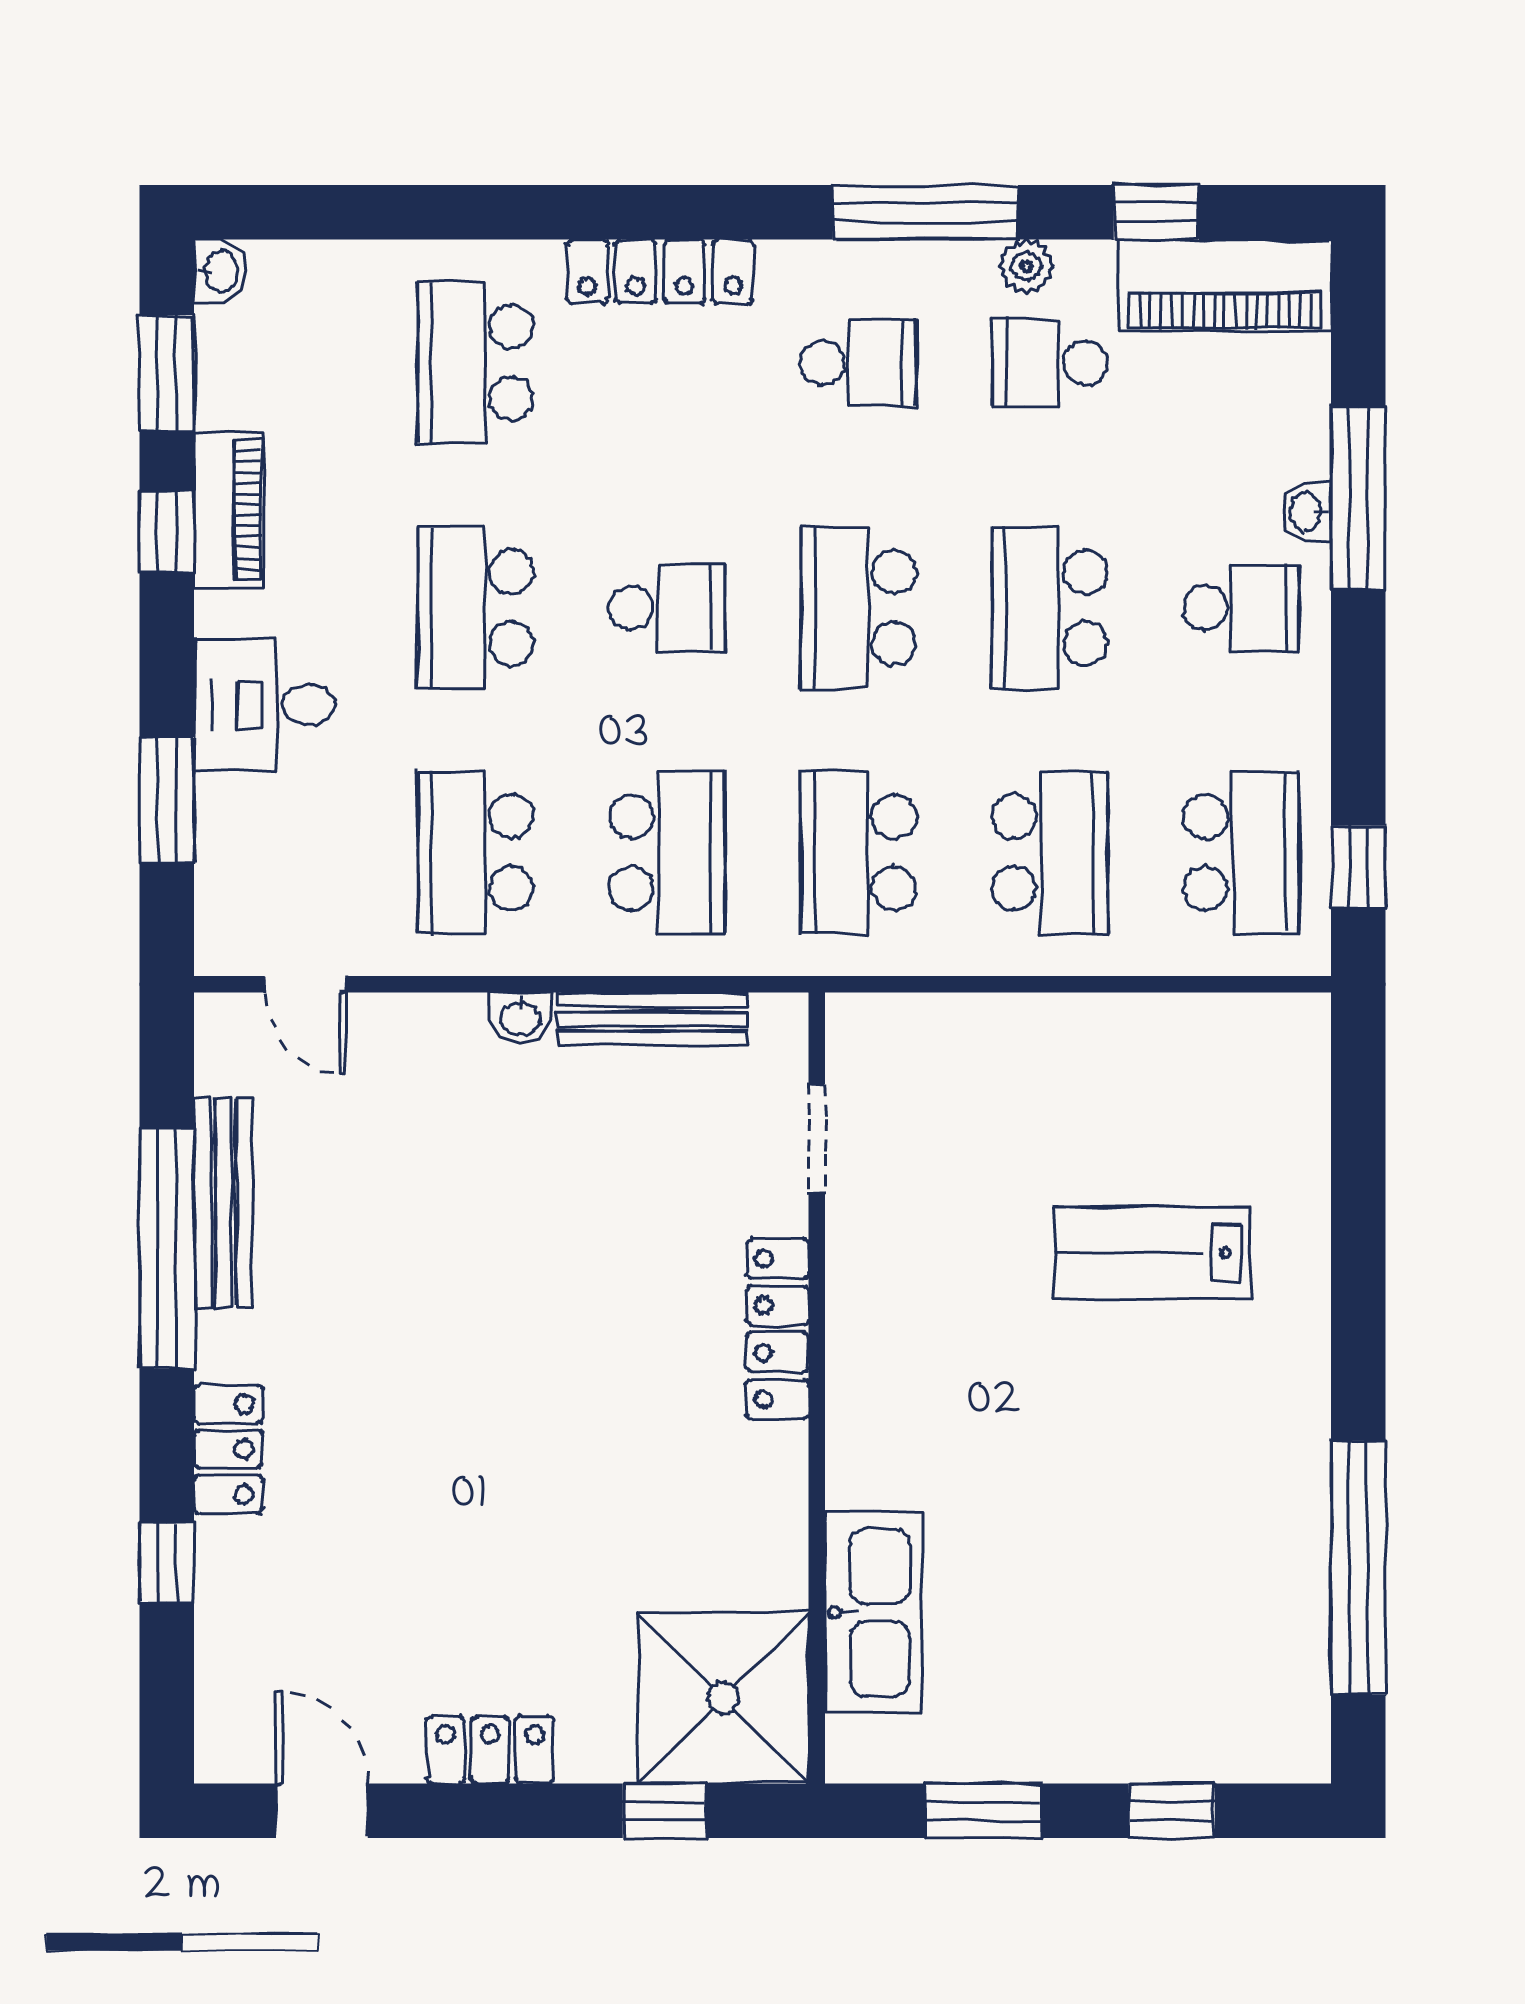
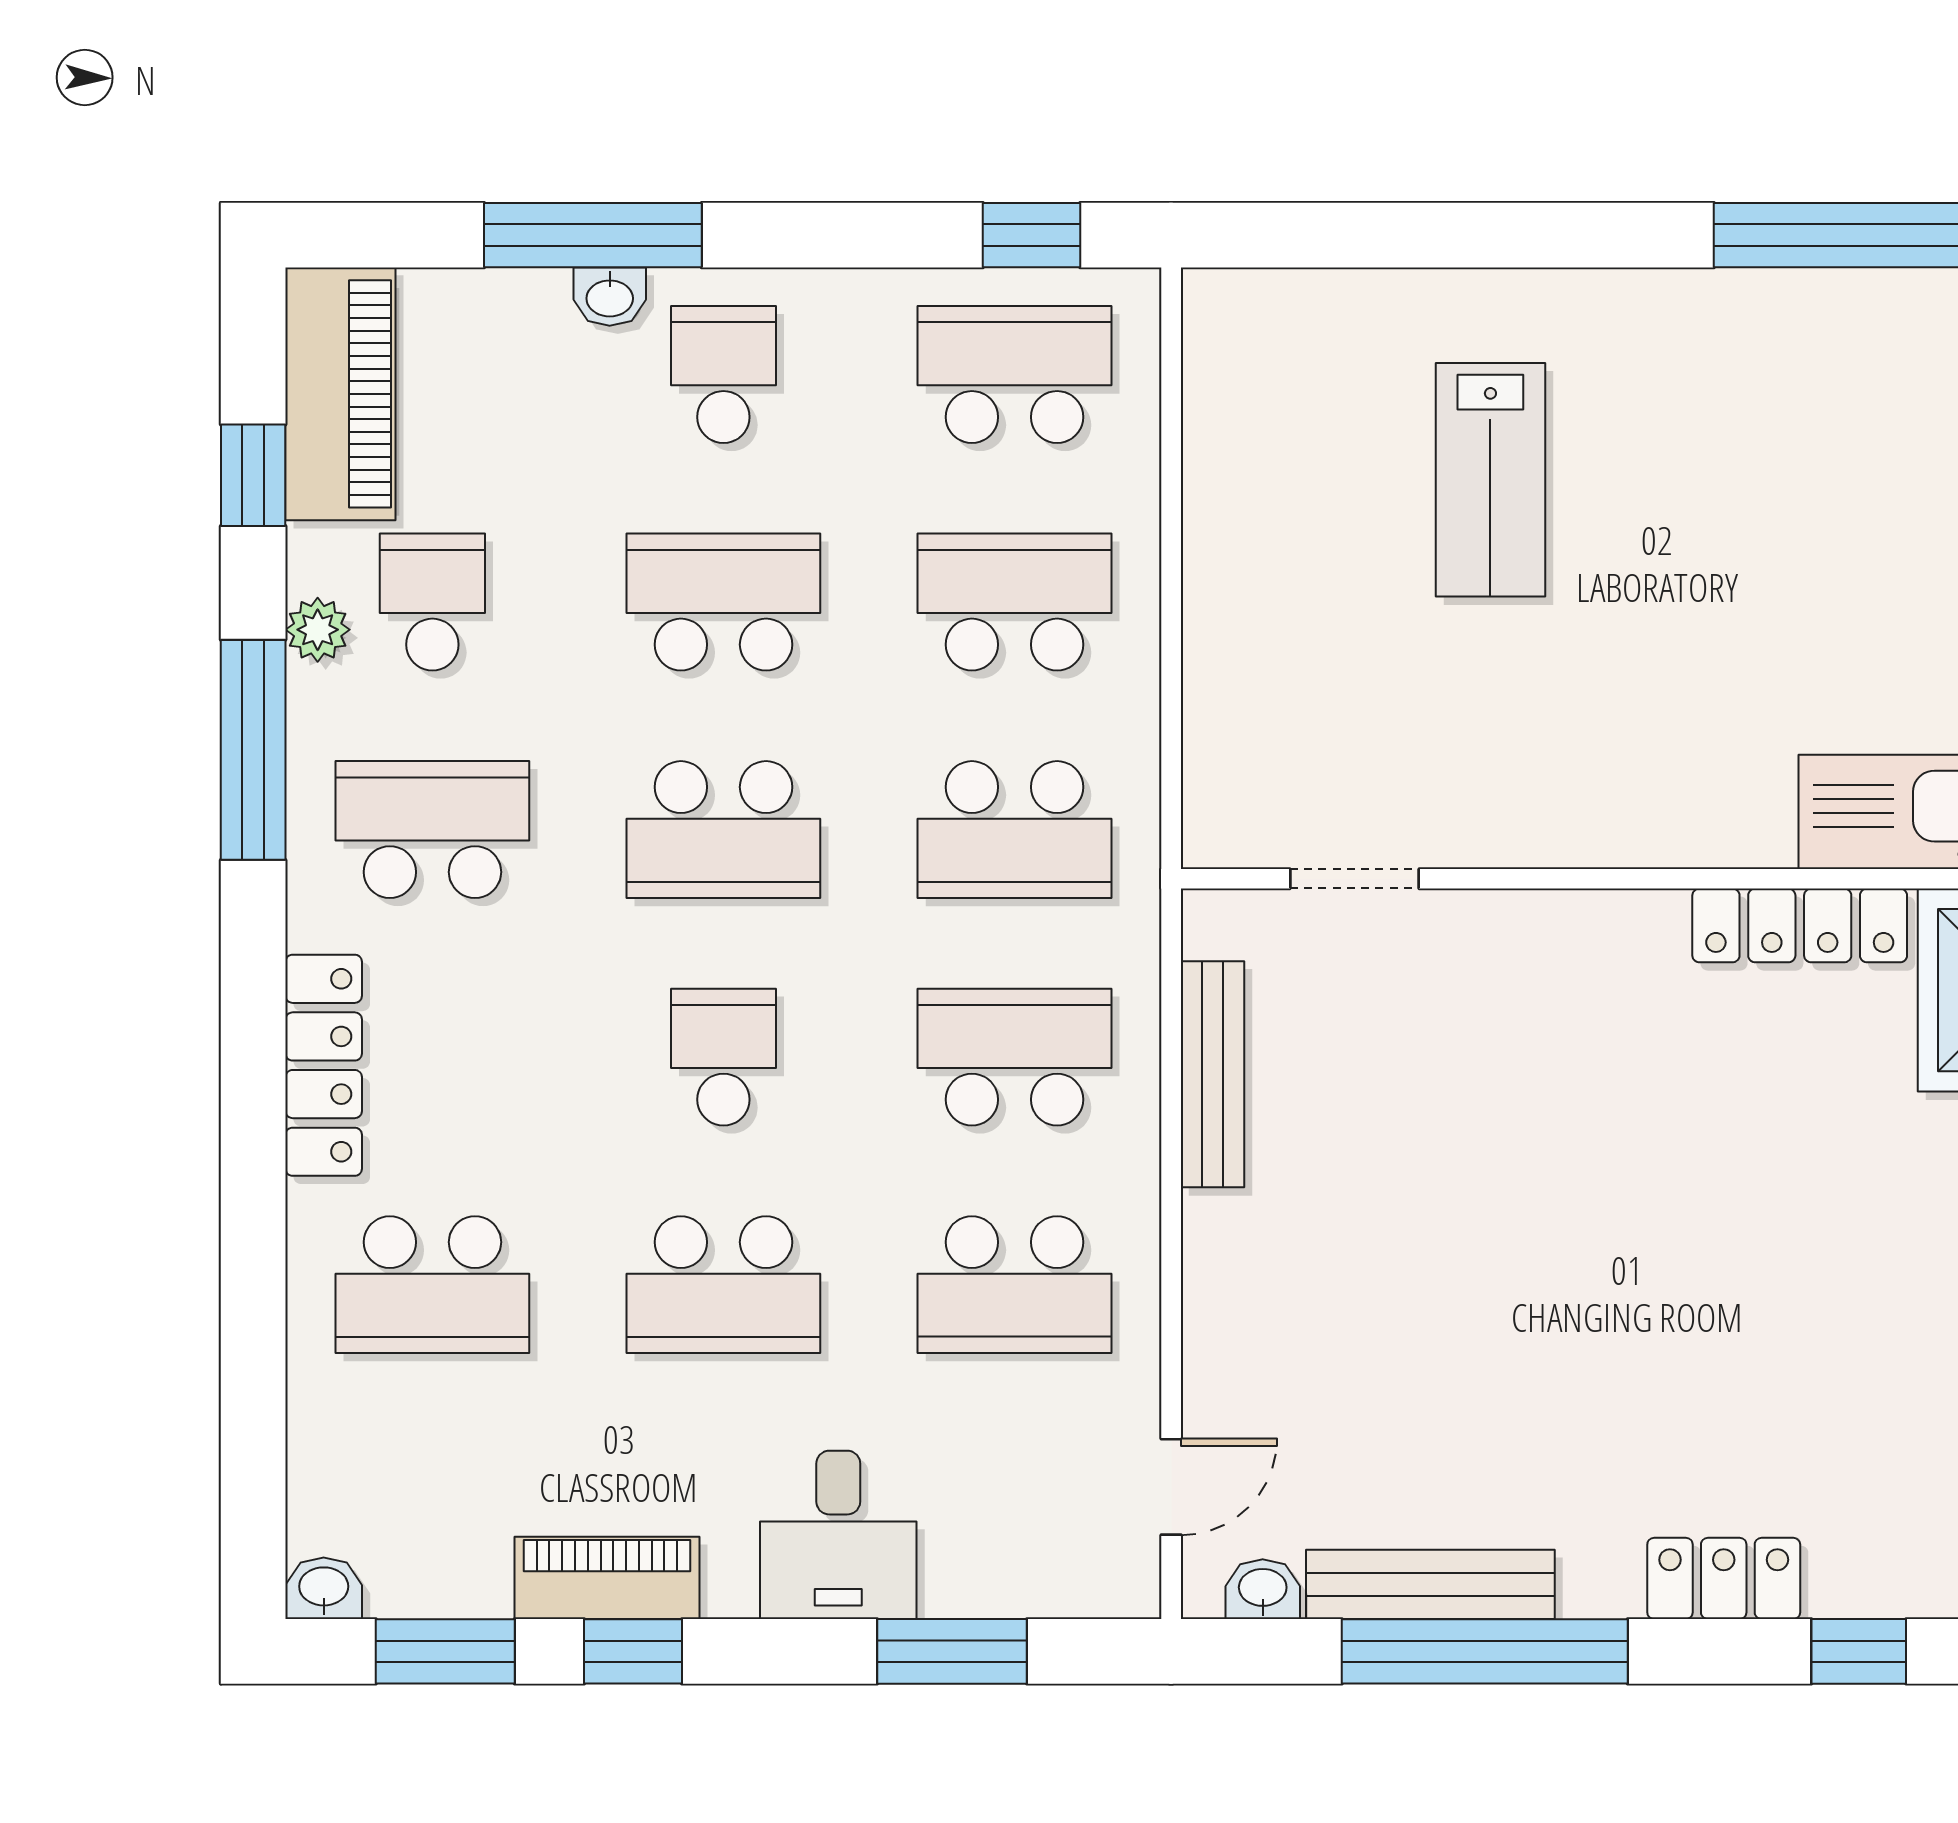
school desk: (858, 363) -> (432, 830), width x1.85
school desk: (1050, 363) -> (432, 602), turned 180
school desk: (1050, 608) -> (723, 602), turned 180
washbasin: (521, 1018) -> (1263, 1589), moved, turned -90
locker: (778, 1329) -> (1800, 925), moved

